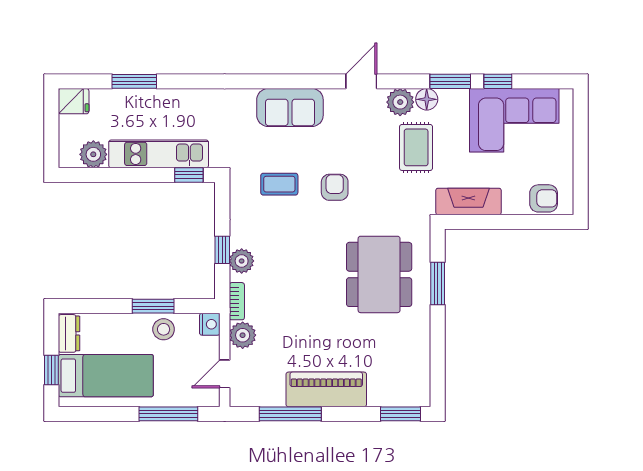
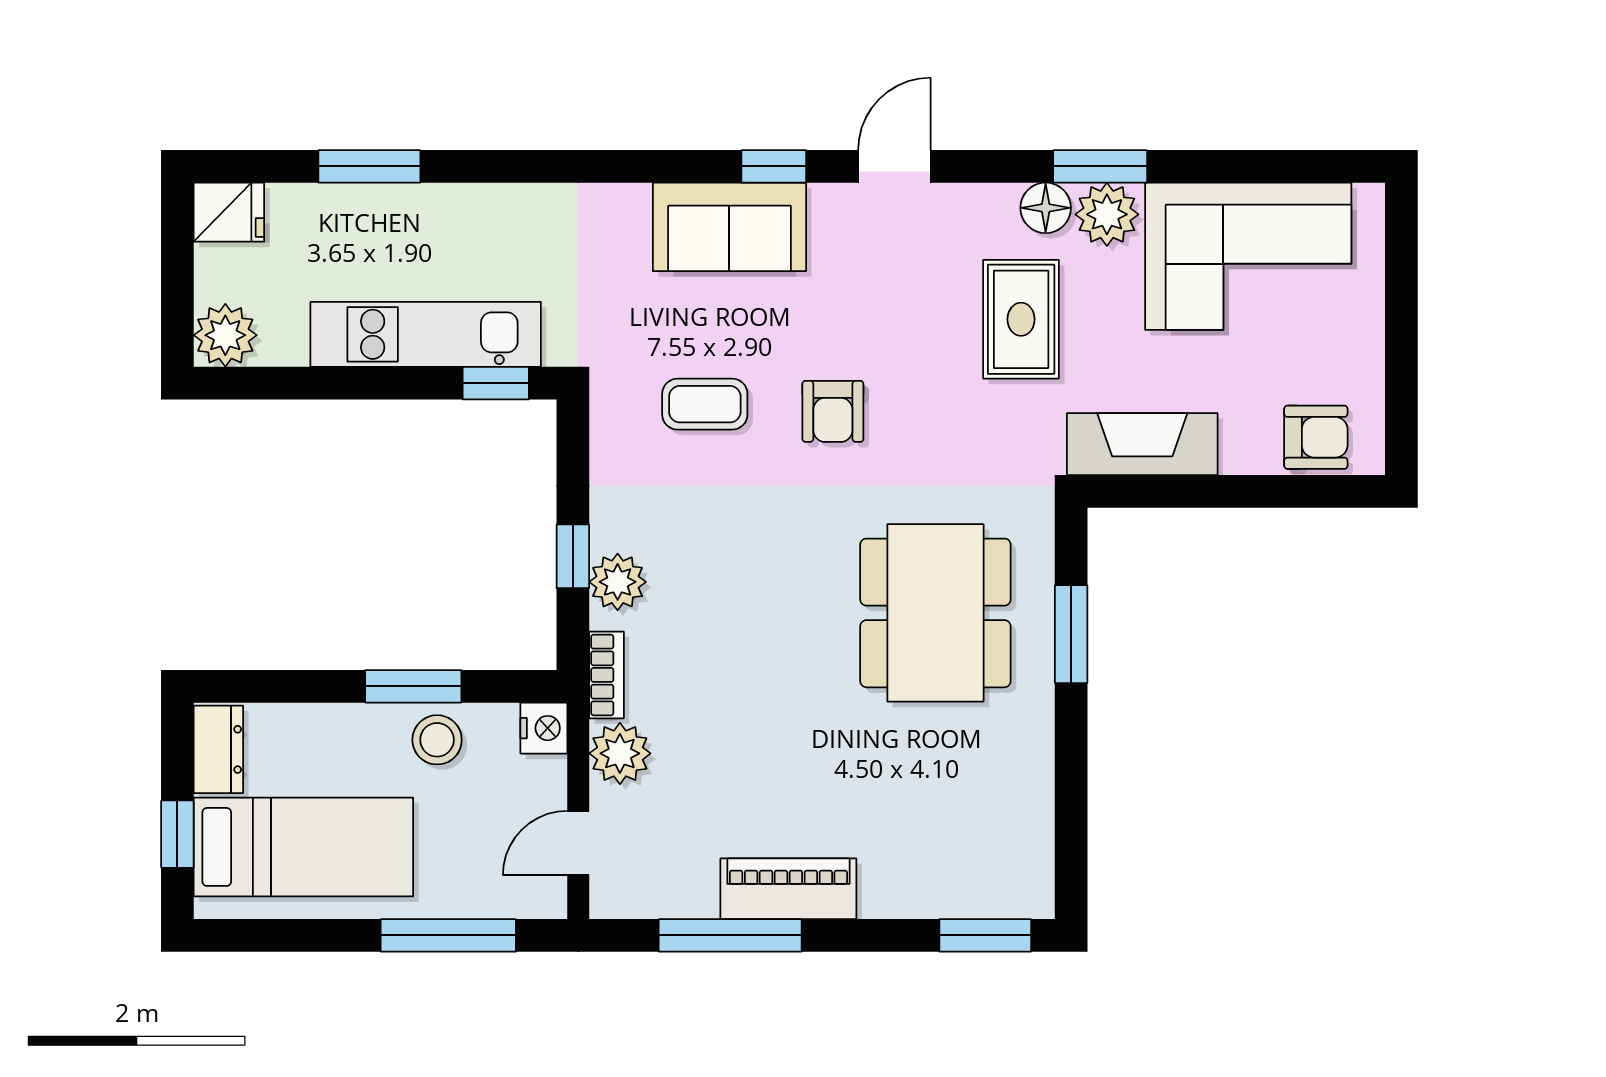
window: (498, 81) -> (774, 166), moved
plant: (400, 102) -> (1107, 214), moved
plant: (93, 154) -> (225, 335), moved
armchair: (335, 187) -> (833, 411), turned 180
piano: (326, 389) -> (788, 889), width x0.73, depth x0.75

